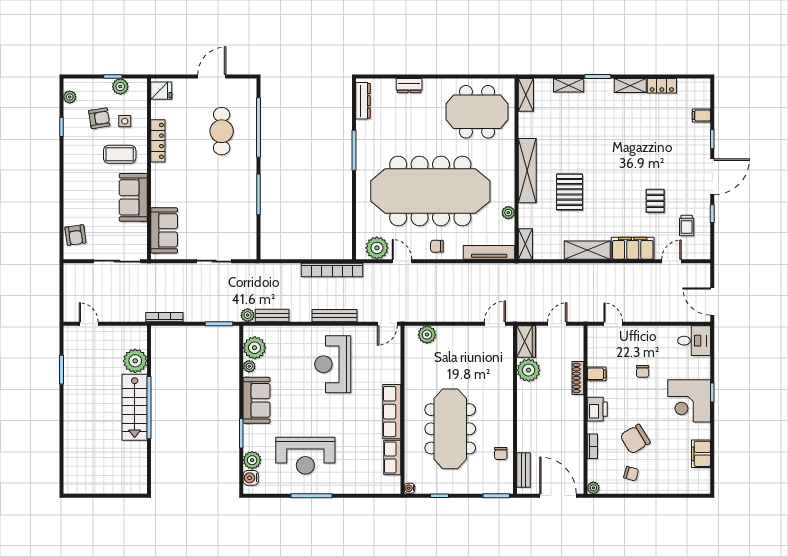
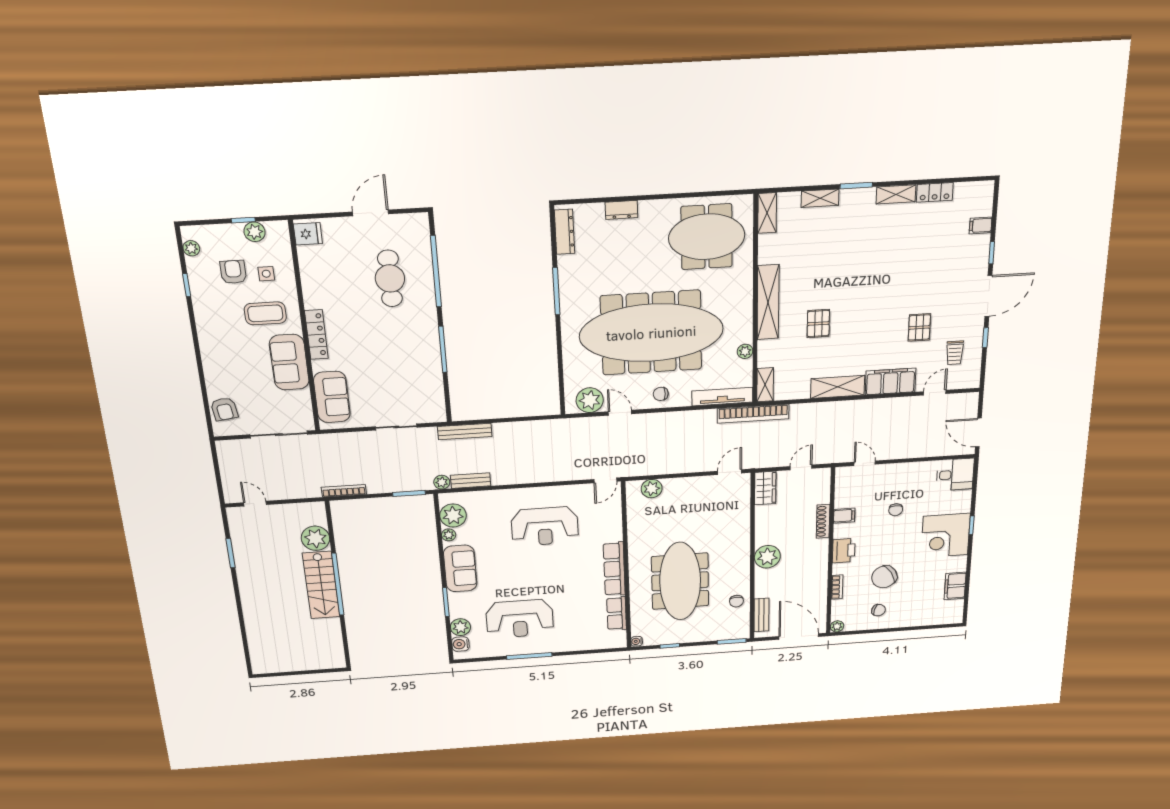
armchair: (99, 118) -> (233, 272), turned -81
locker: (158, 141) -> (316, 335), moved
pallet: (570, 192) -> (818, 324), width x0.67, depth x0.71
bookcase: (332, 270) -> (753, 414), moved
bench: (335, 316) -> (465, 432), moved
reception desk: (333, 364) -> (545, 526), turned -90
plant: (529, 370) -> (767, 557), moved

